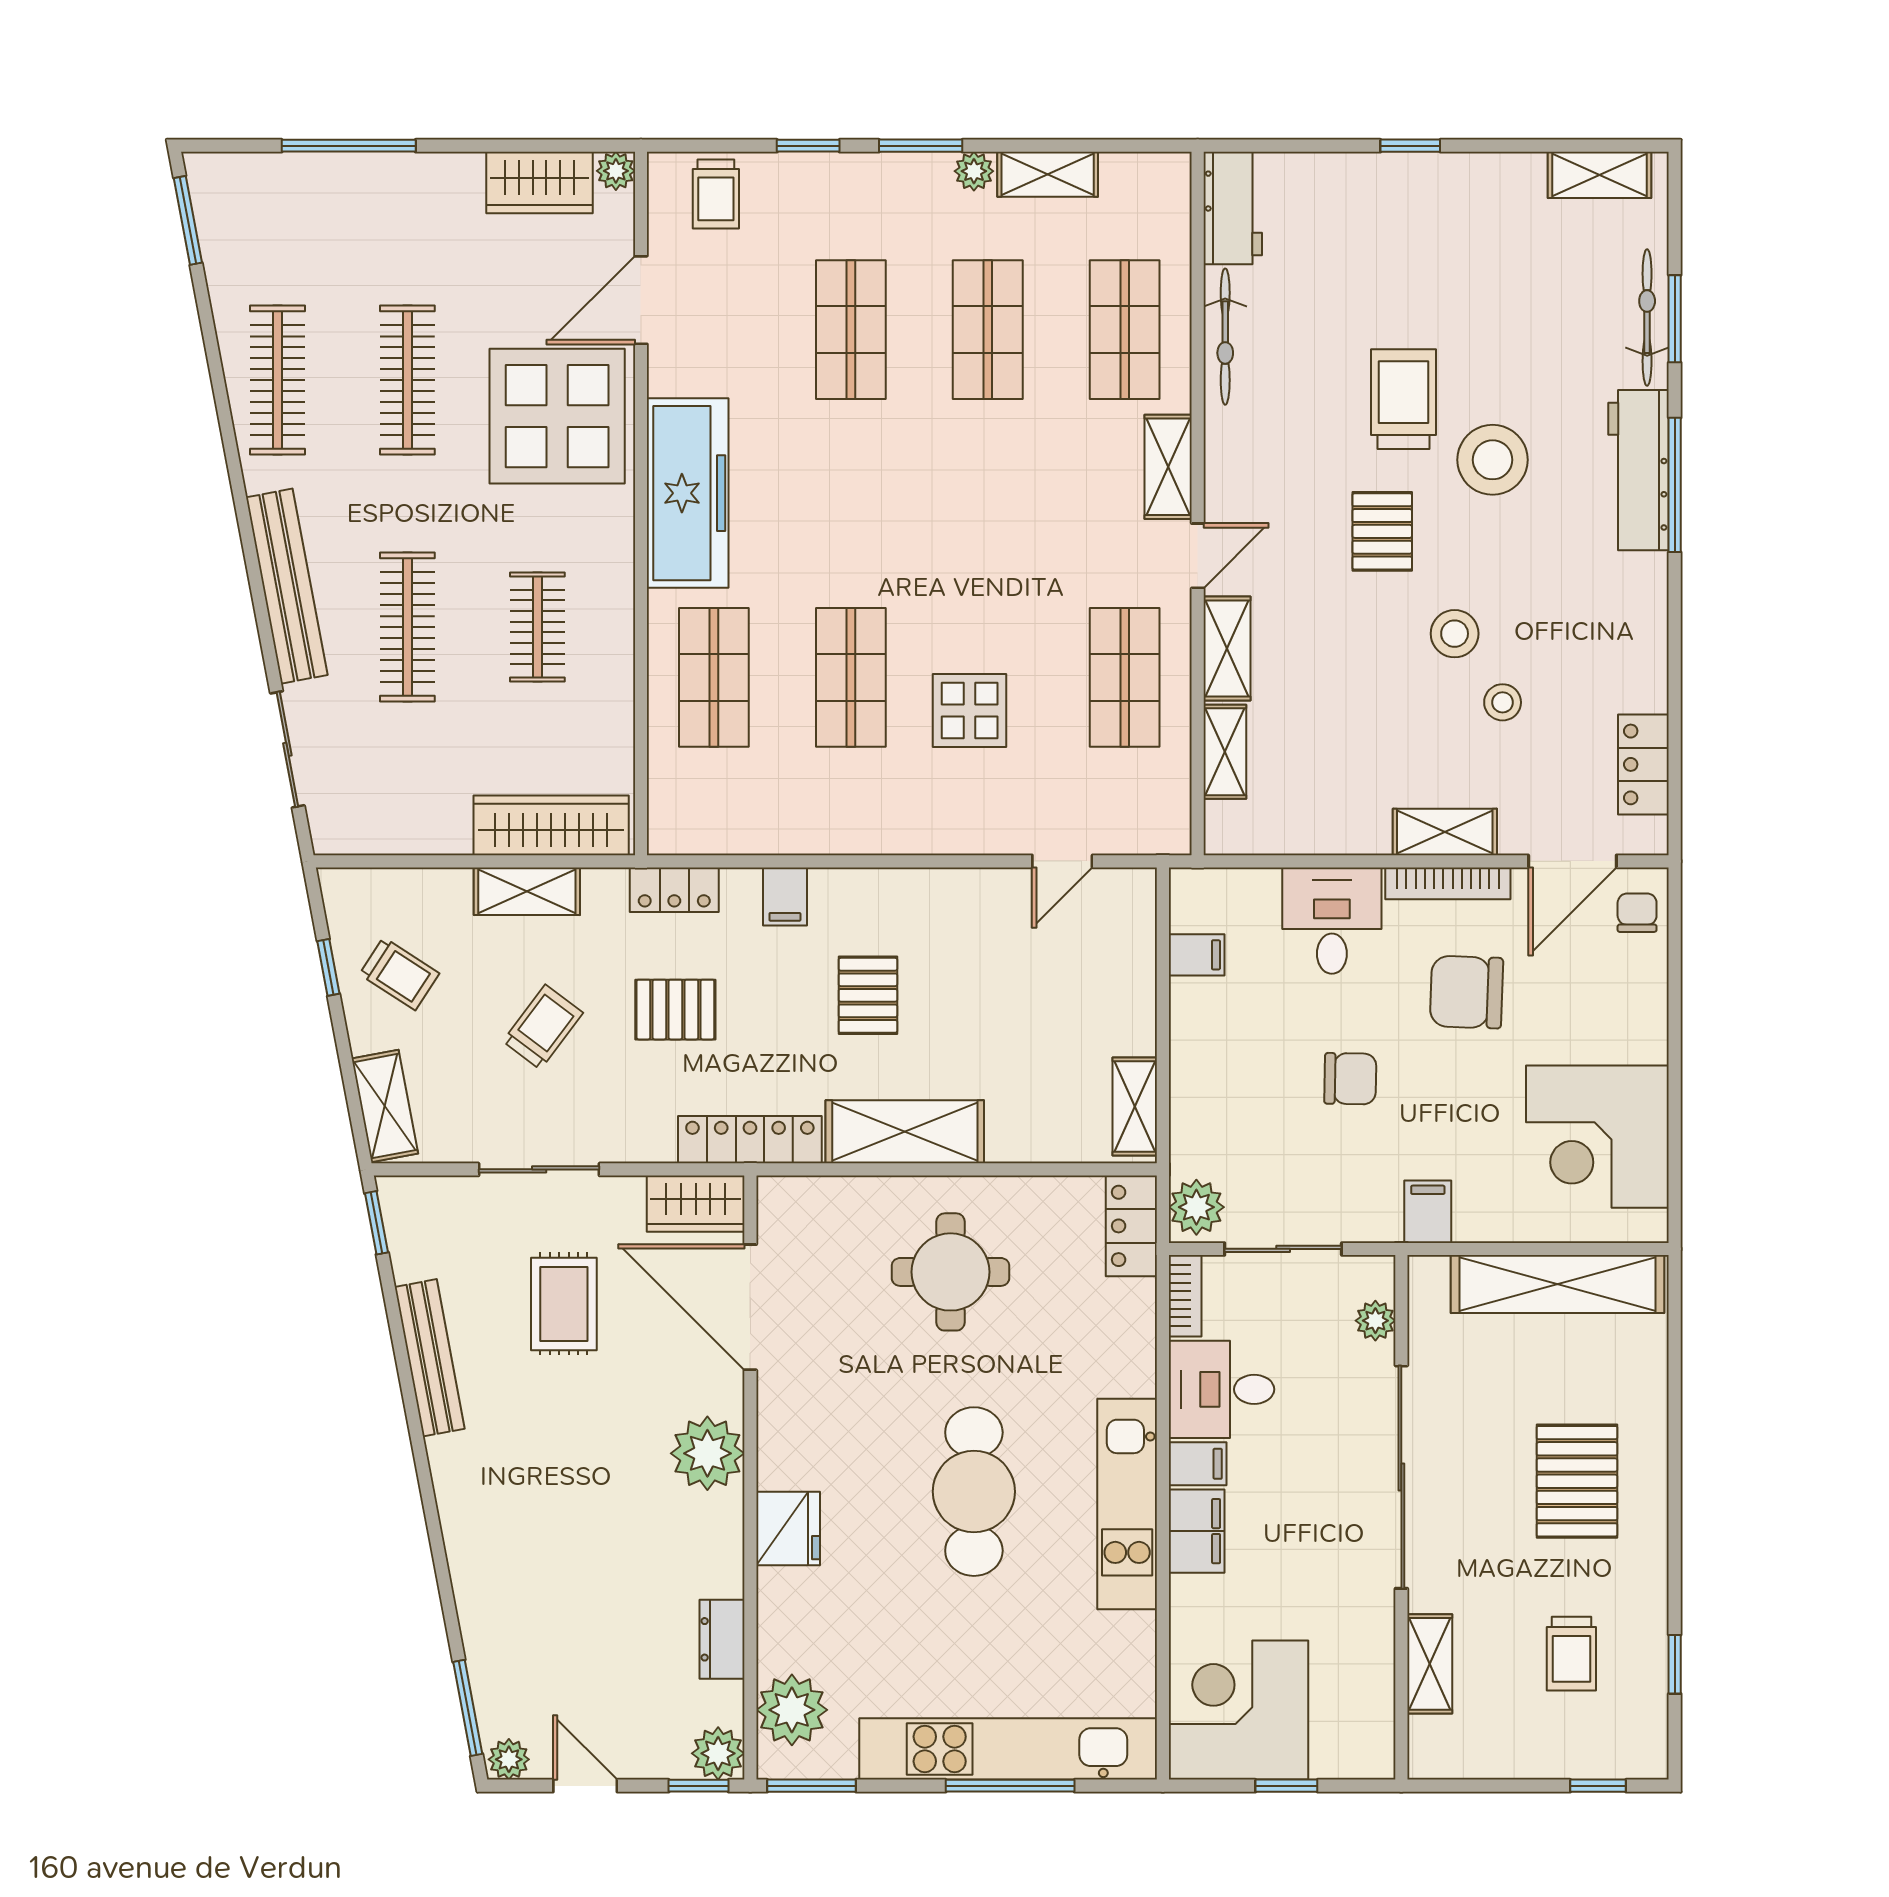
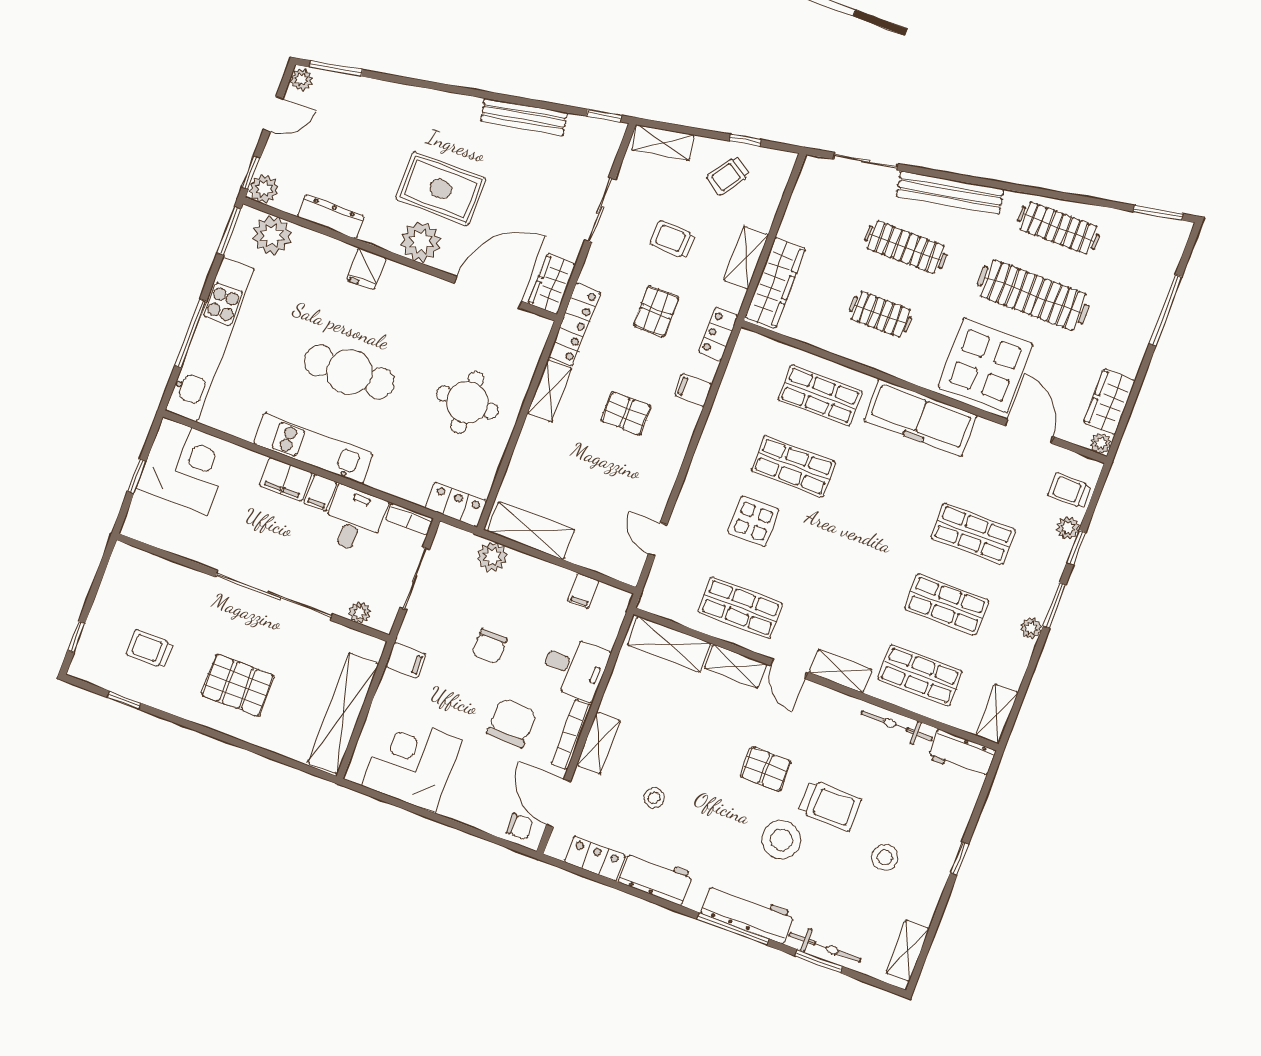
plant: (780, 172) -> (1068, 528), added
shelving: (1048, 174) -> (997, 714), moved
clothes rail: (407, 380) -> (1033, 295), width x1.37, depth x1.31
stool: (1455, 634) -> (885, 857), moved
workbench: (1637, 649) -> (656, 878), added
shelving: (1225, 752) -> (669, 644), width x1.50, depth x1.33
trolley: (543, 1027) -> (673, 239), turned 146
shelving: (1135, 1107) -> (531, 531), width x1.50, depth x1.33
shelving: (905, 1132) -> (550, 391), width x0.67, depth x0.75
plant: (1196, 1207) -> (492, 557), moved
rug: (564, 1304) -> (441, 189), moved, width x1.36, depth x1.43
fridge: (788, 1528) -> (366, 269), width x0.72
dresser: (722, 1639) -> (331, 216), width x1.44
shelving: (1430, 1664) -> (172, 574), removed

